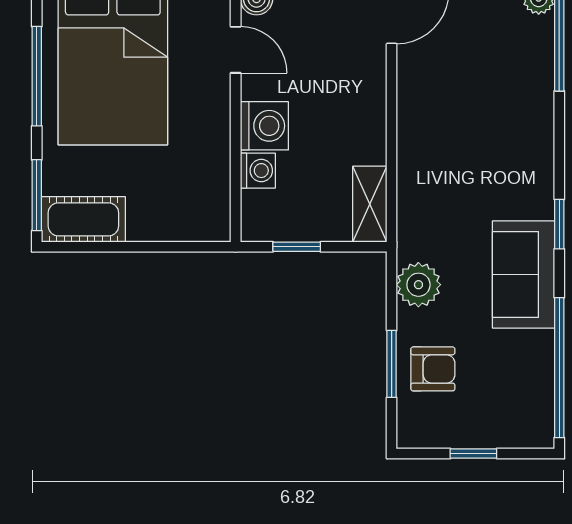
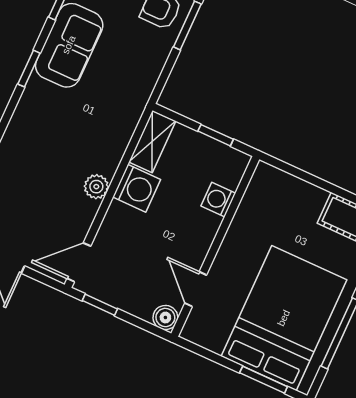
washing machine: (264, 126) -> (137, 188), moved, turned 180
plant: (418, 285) -> (96, 187), moved, width x0.73, depth x0.73

